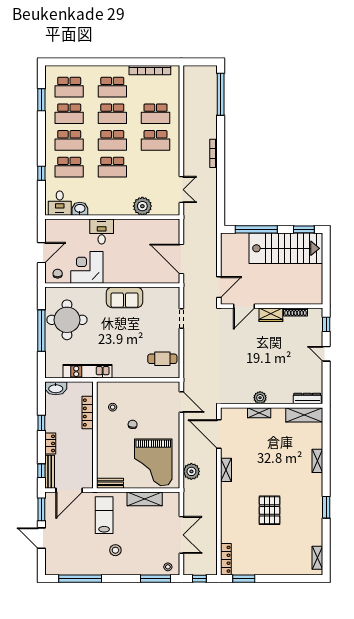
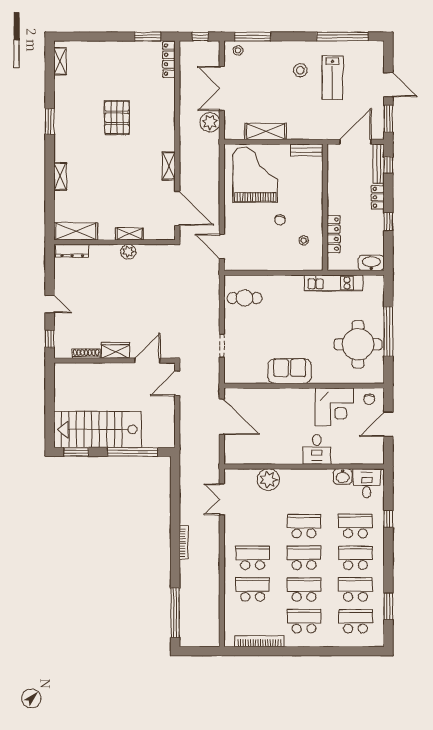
plant: (191, 471) -> (210, 122), moved
lab bench: (104, 515) -> (332, 78), moved

